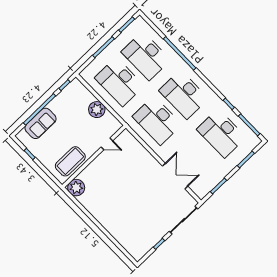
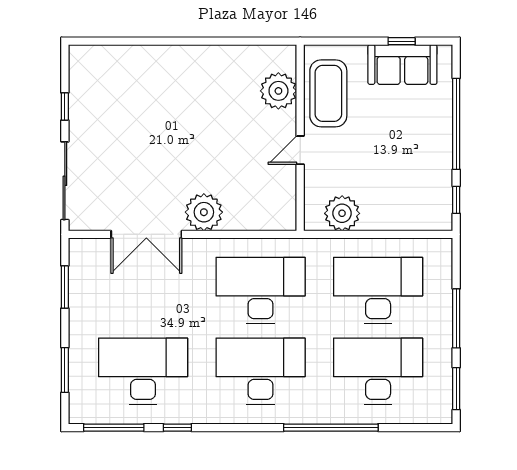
plant: (97, 110) -> (342, 213), moved
sofa: (40, 123) -> (402, 64), moved, turned -90
door: (107, 144) -> (300, 150), moved
plant: (149, 164) -> (204, 212), added
plant: (76, 188) -> (278, 91), moved

